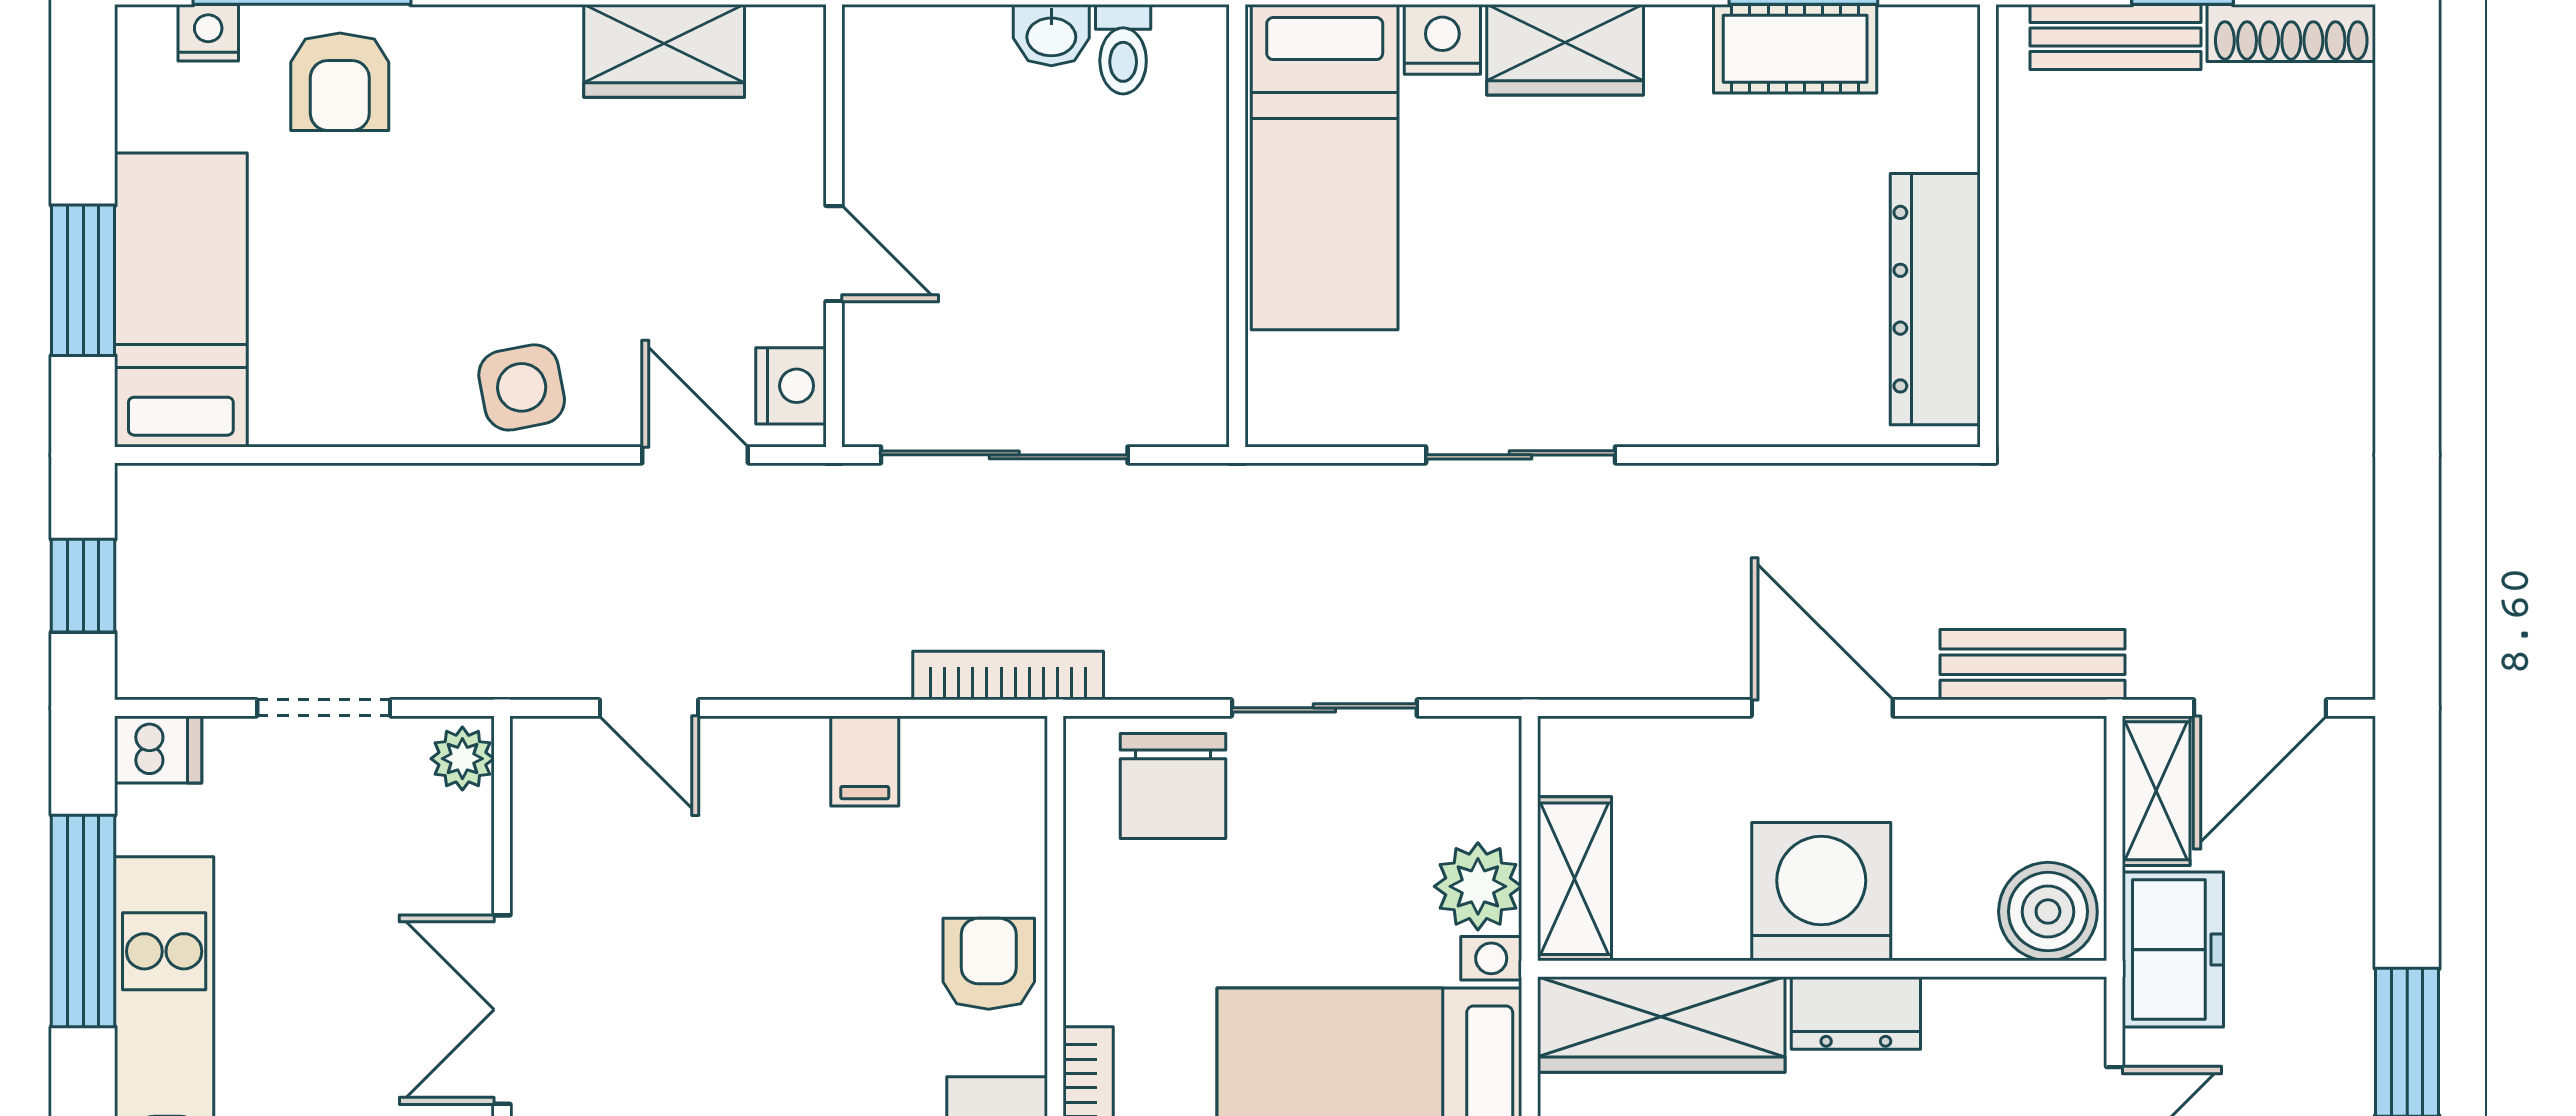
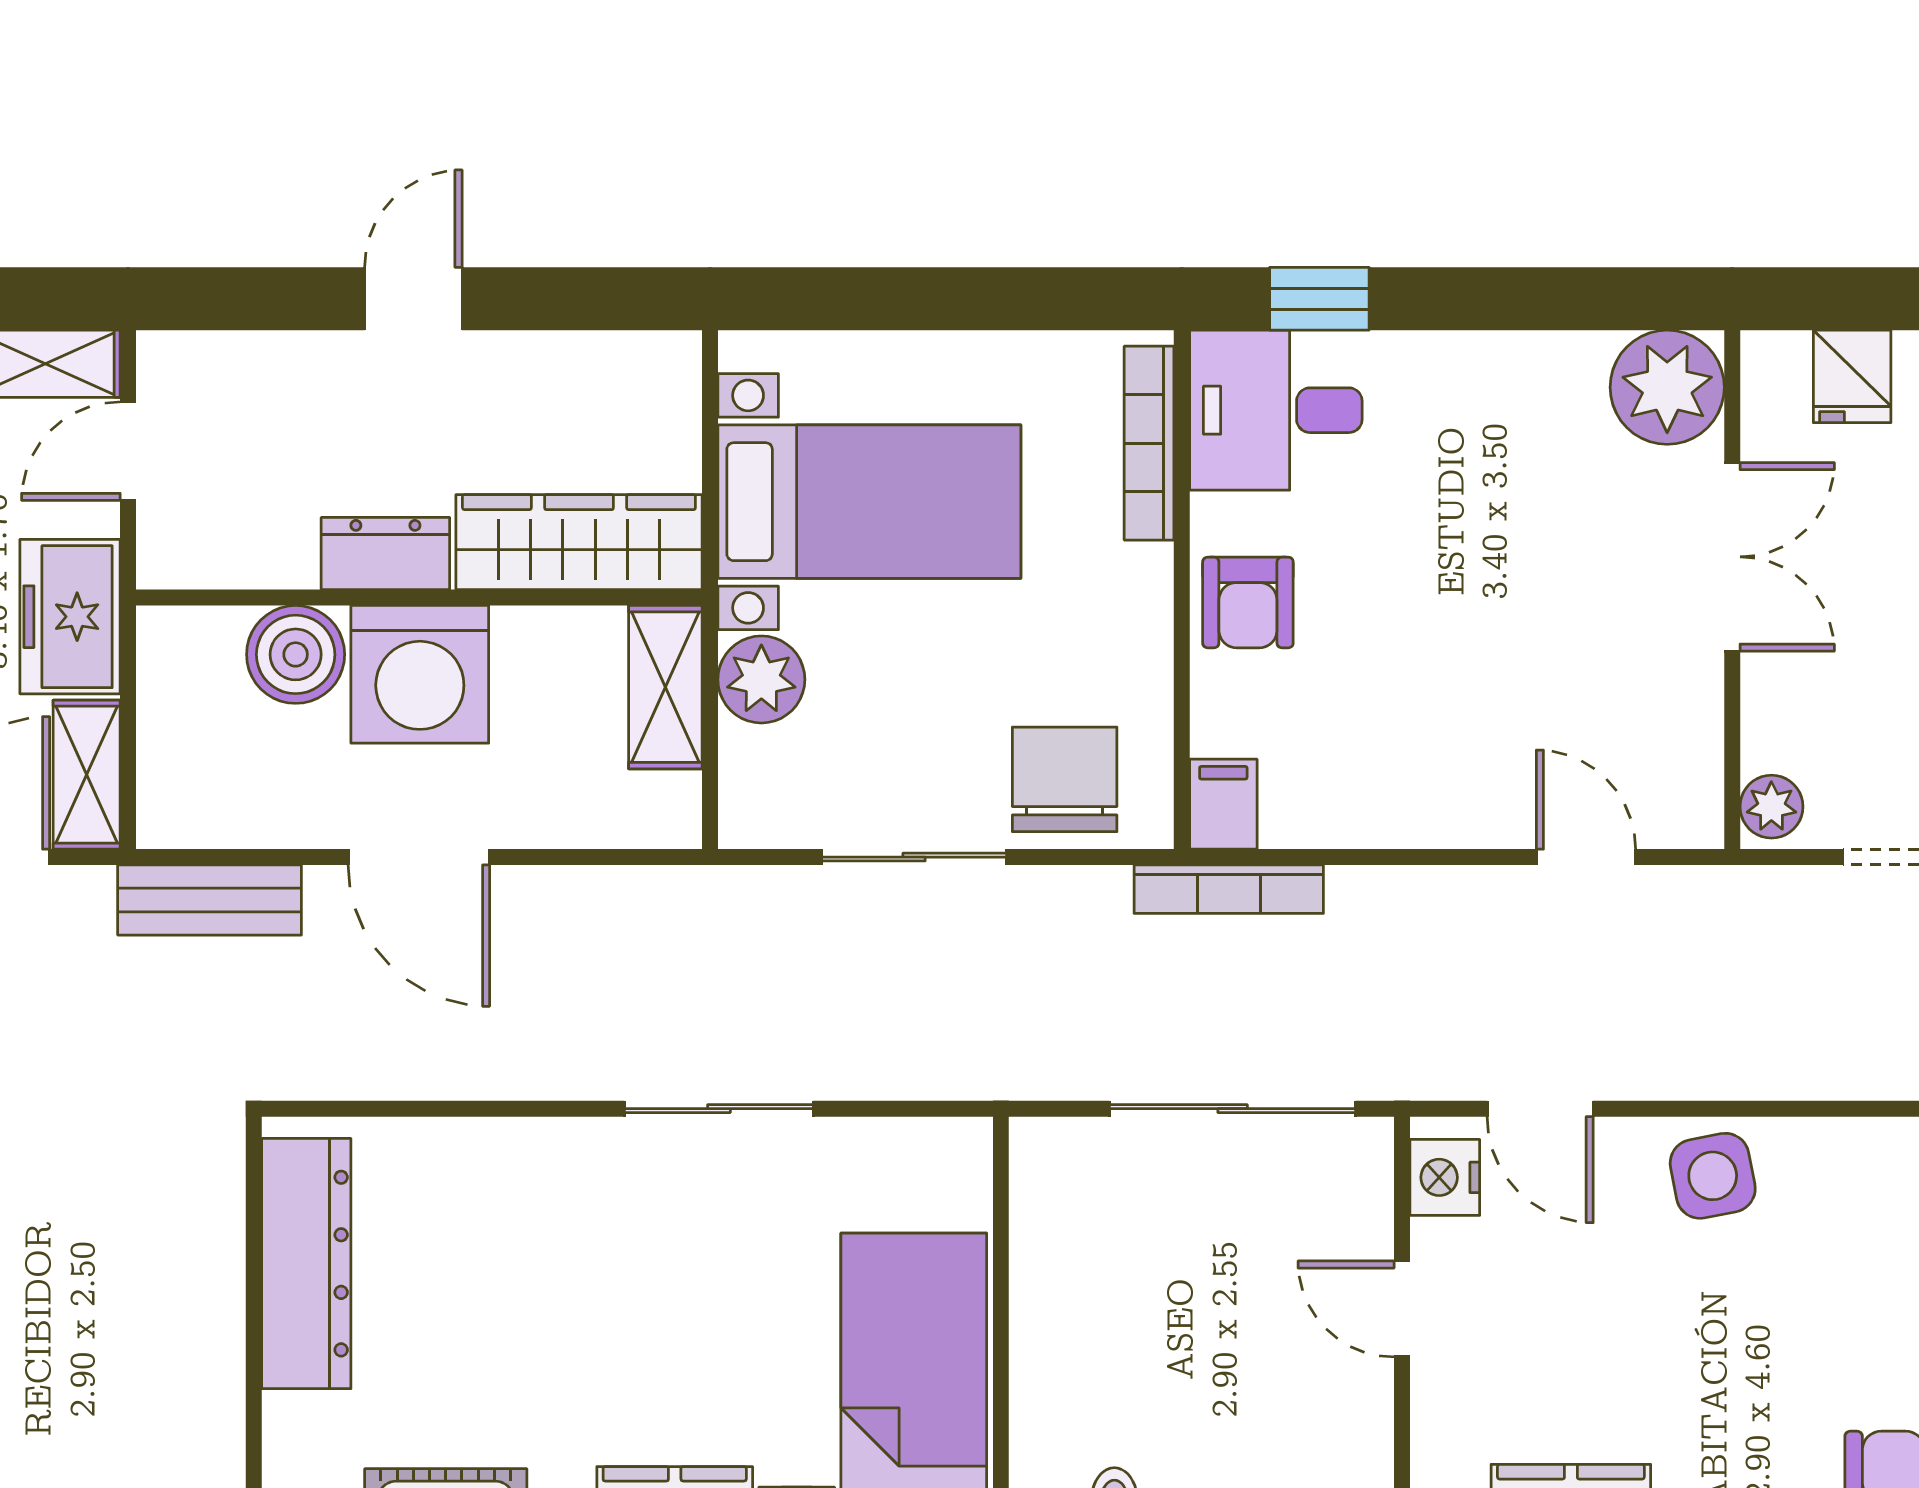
filing cabinet: (865, 761) -> (1223, 804), moved
boiler: (2048, 912) -> (296, 654), moved

